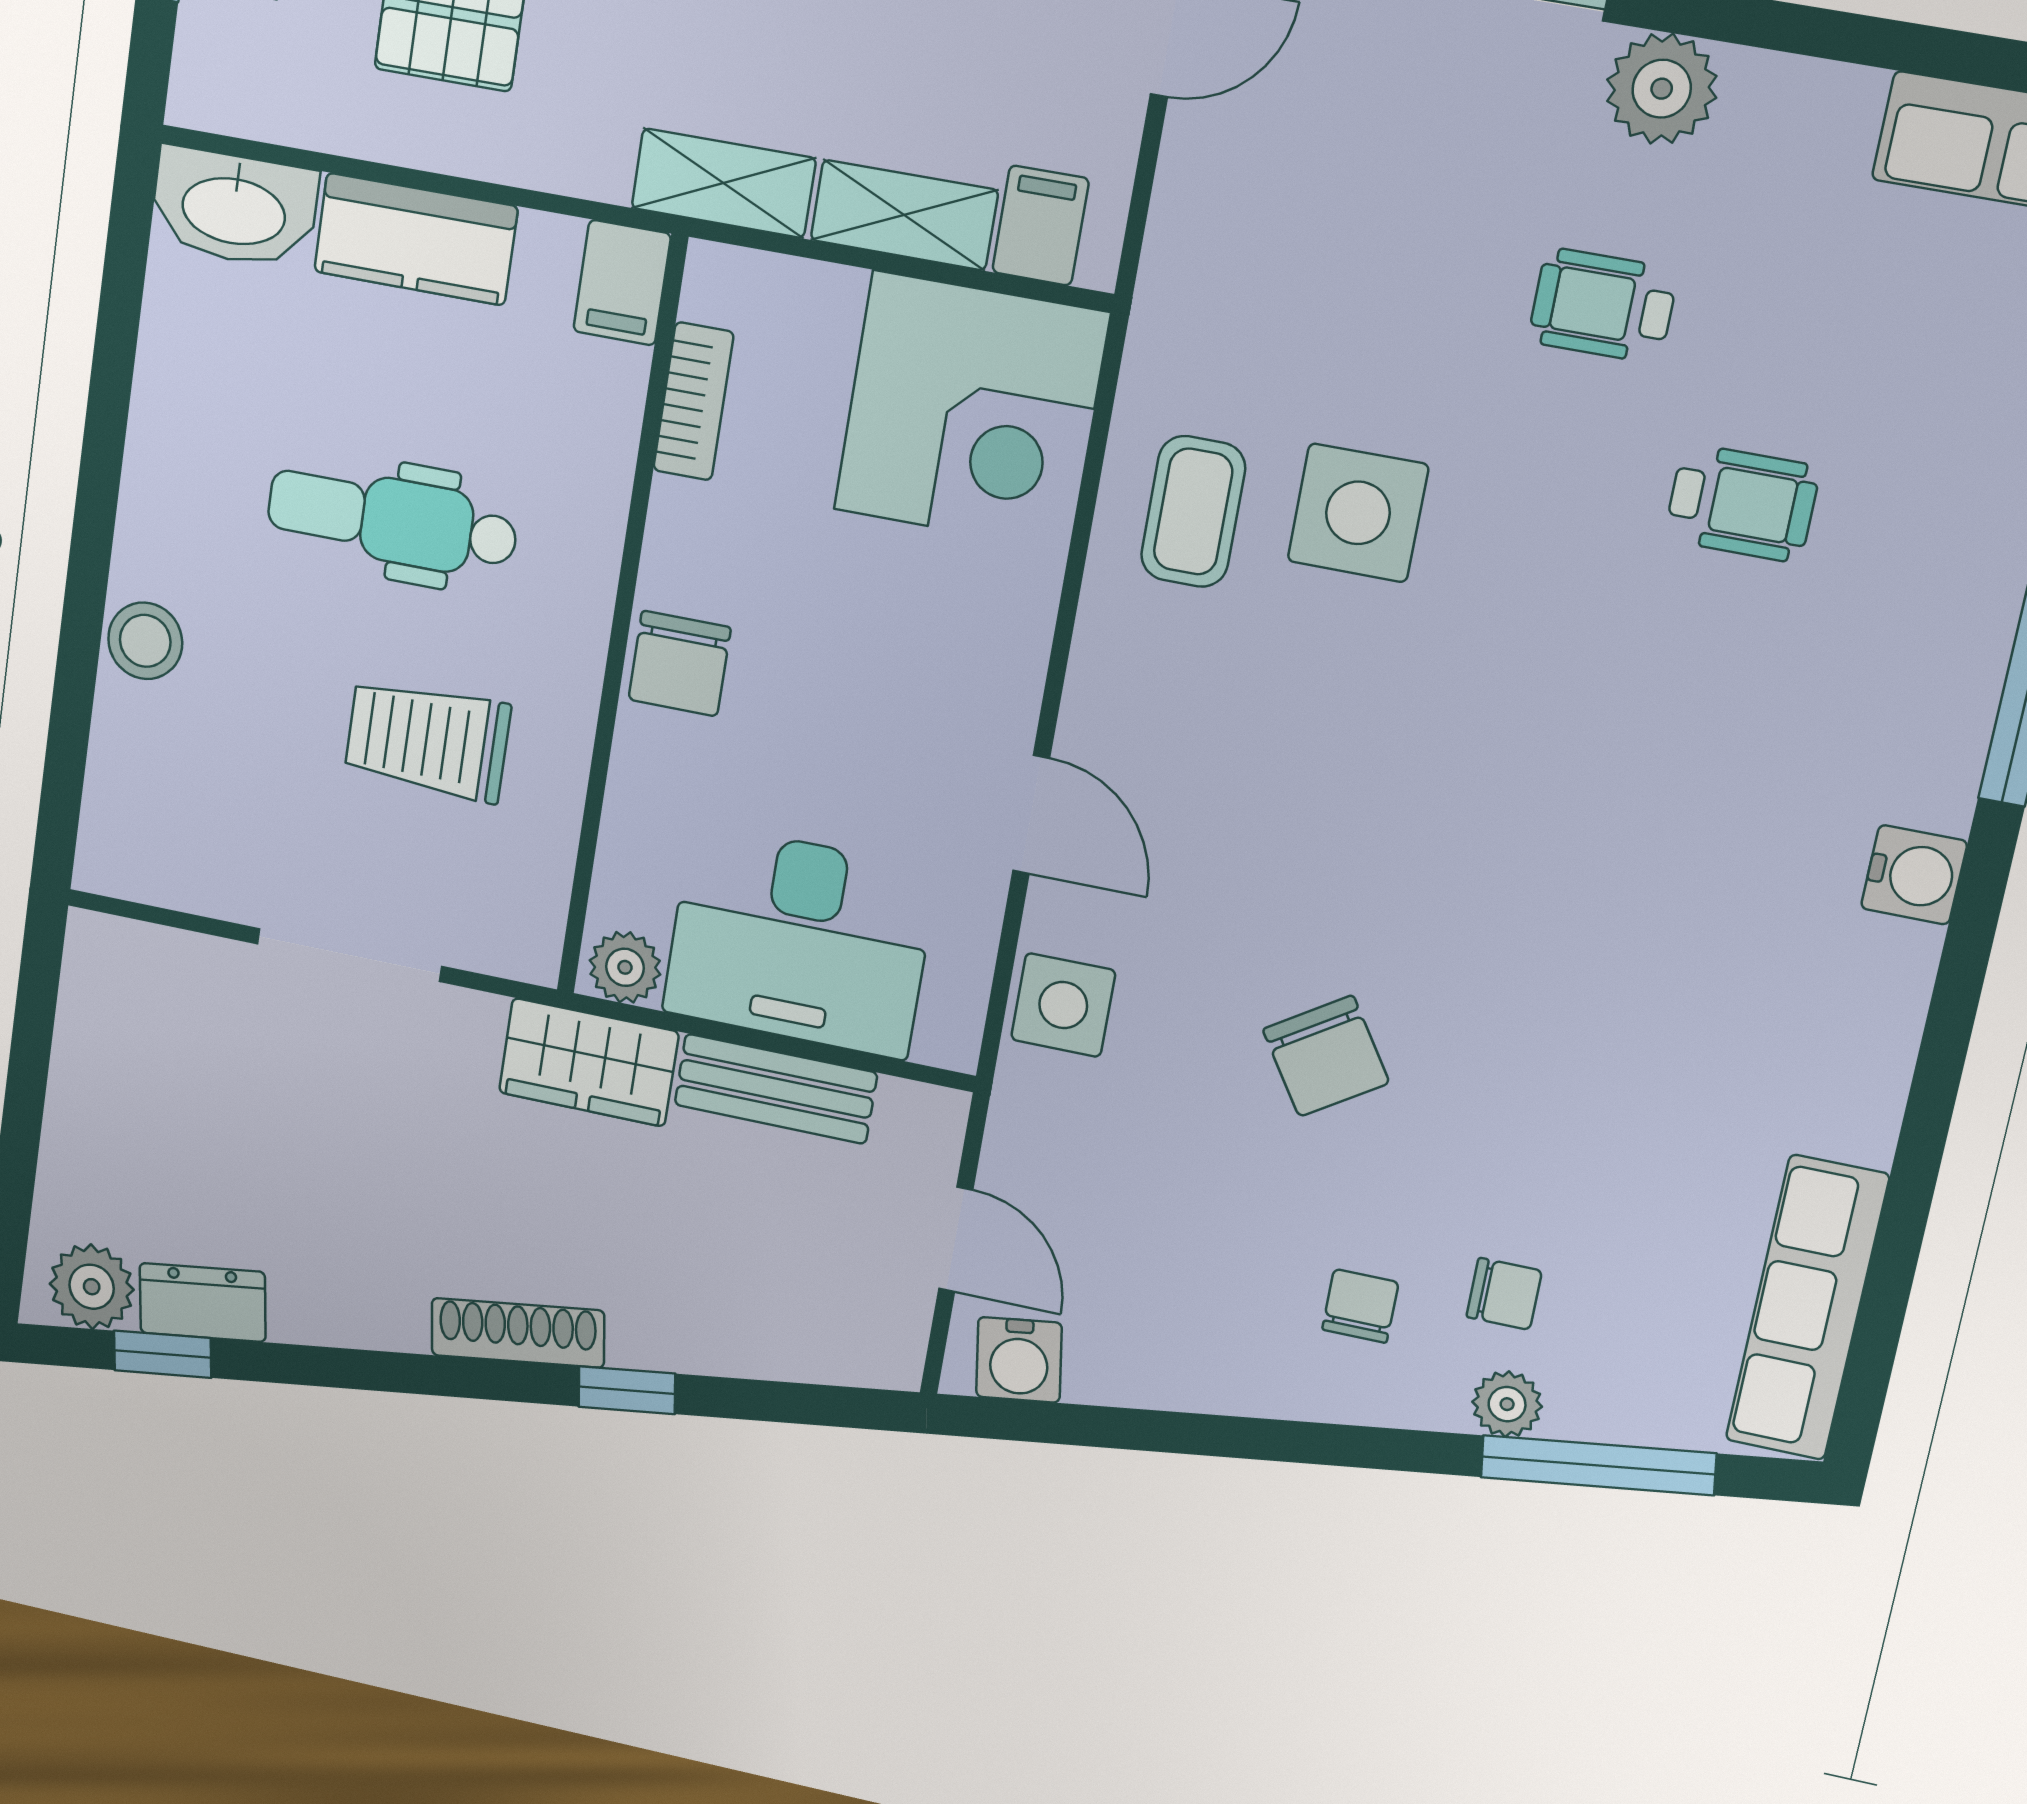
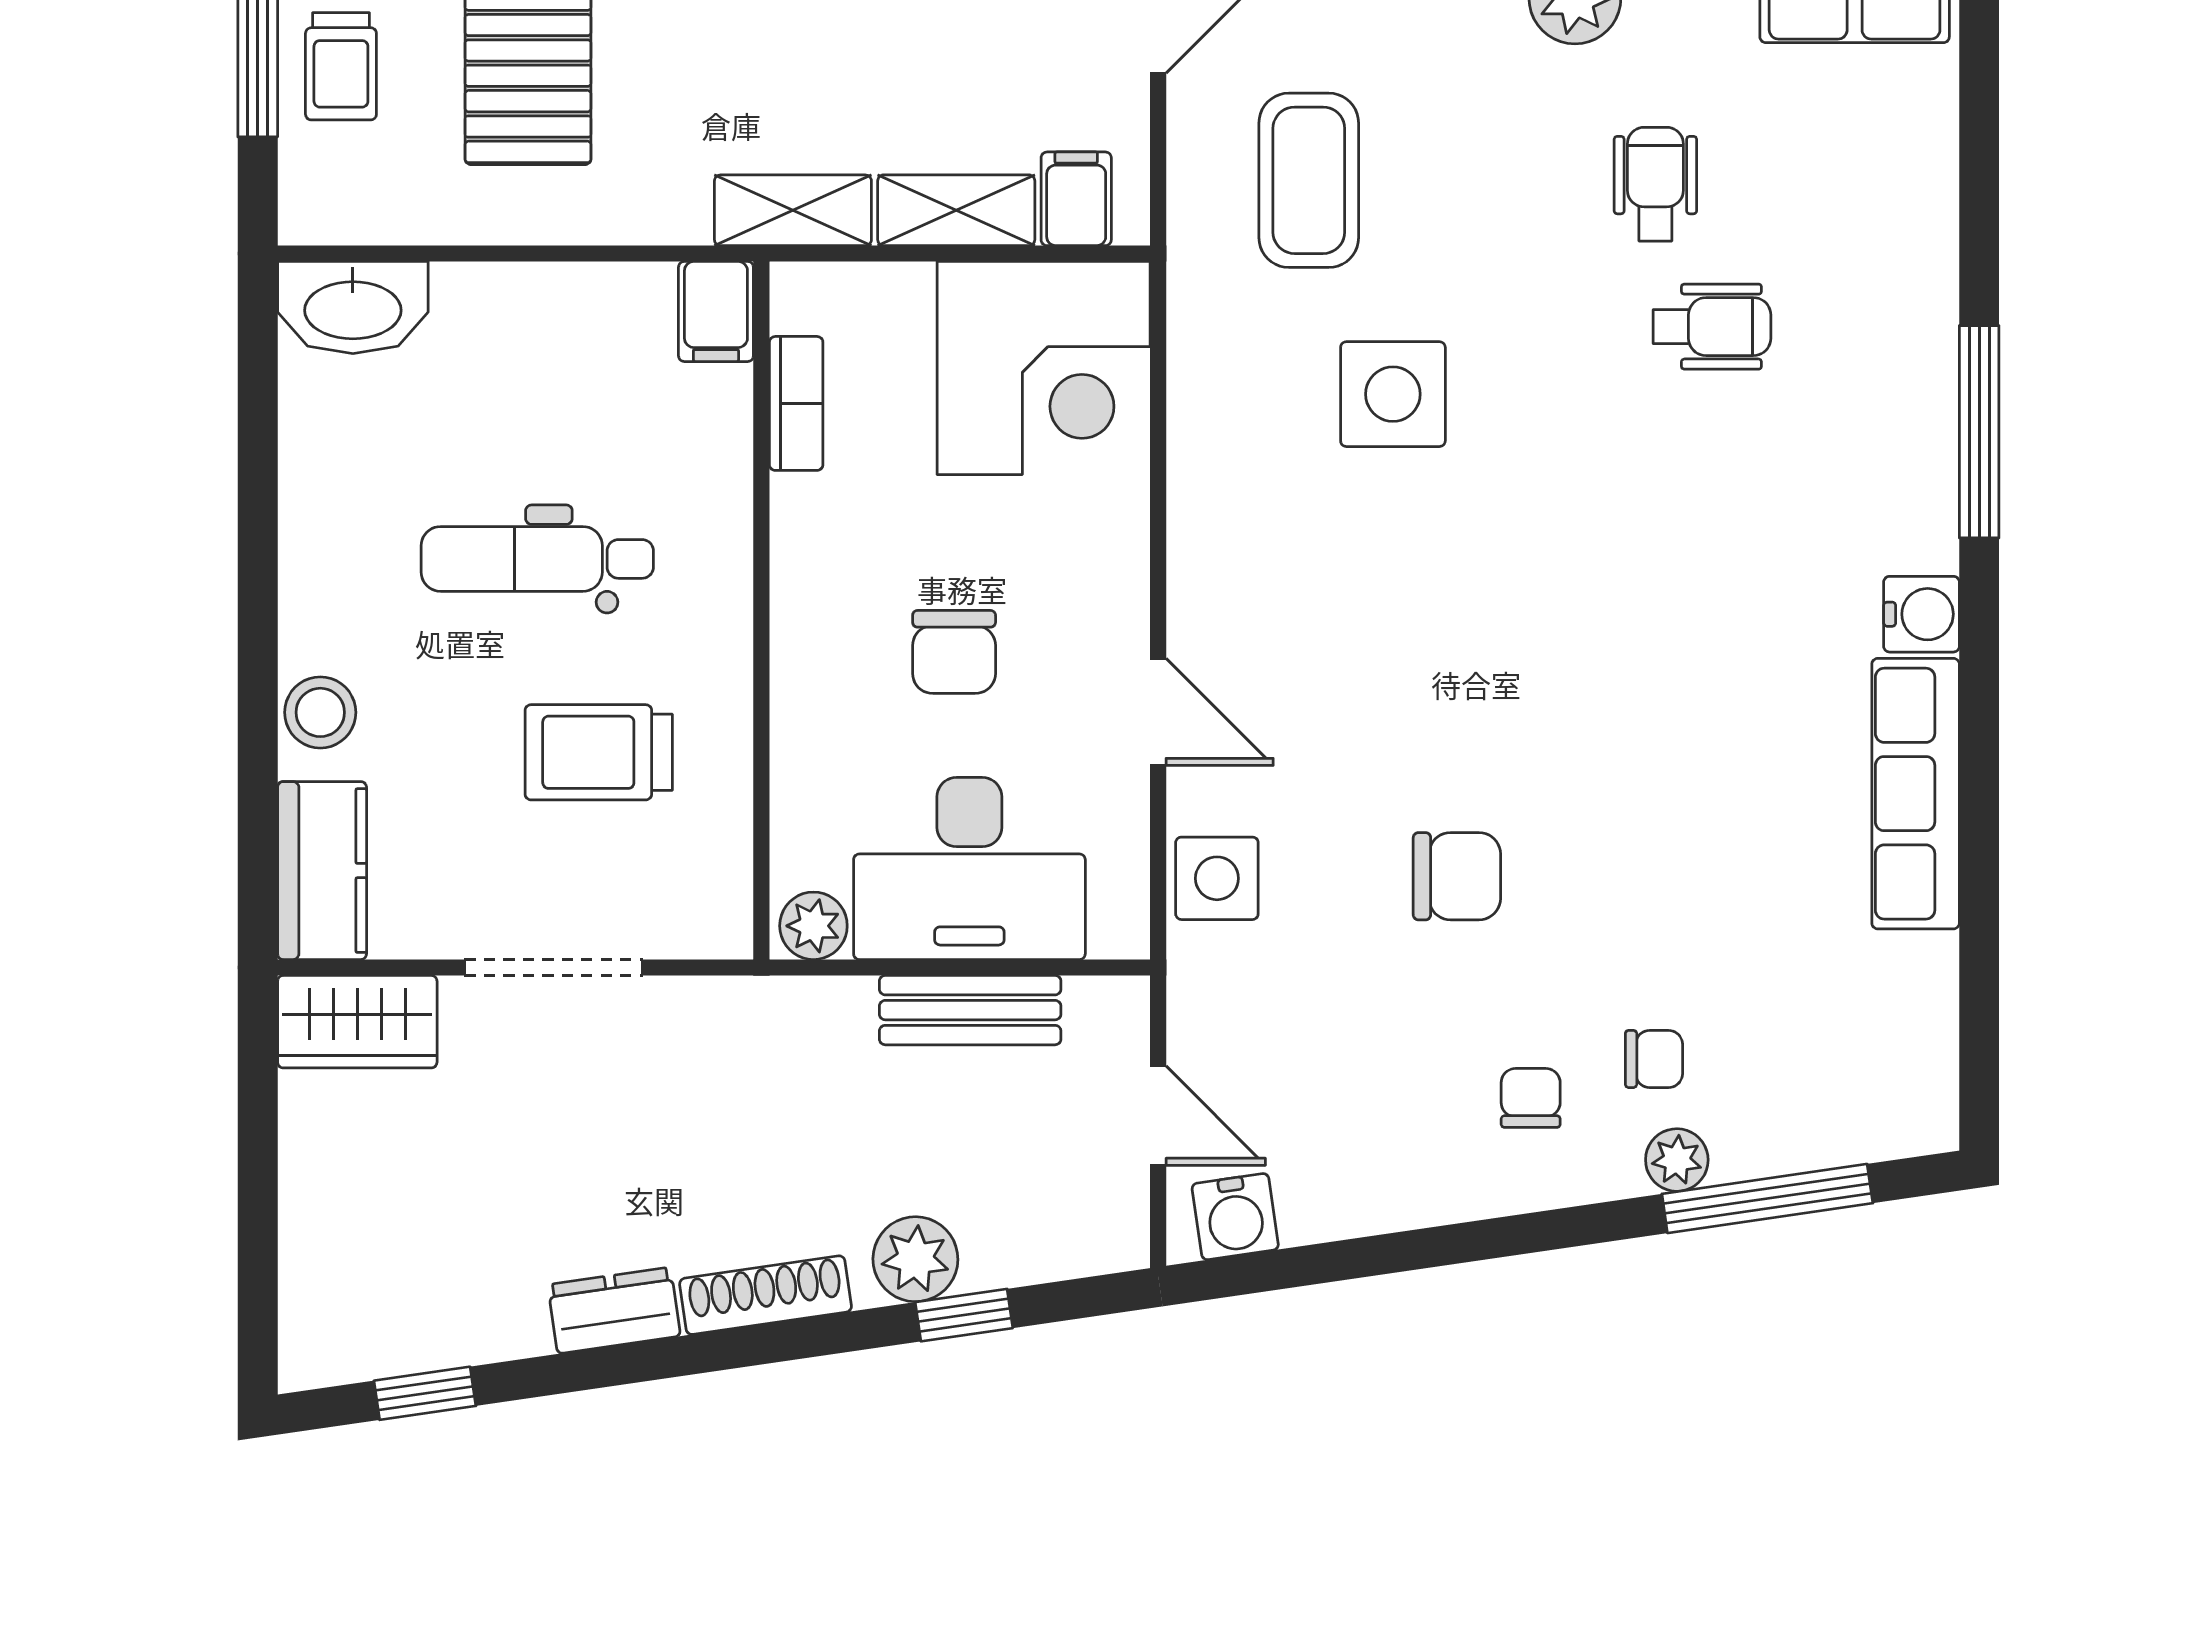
kitchen counter: (416, 239) -> (322, 871), moved, turned -90
wheelchair: (1603, 306) -> (1655, 184), moved, turned 90
coffee table: (1193, 512) -> (1309, 180), moved, width x1.36, depth x1.30
chair: (680, 664) -> (954, 652), moved
chair: (1326, 1056) -> (1457, 876), turned -57
wardrobe: (589, 1062) -> (357, 1022), moved
plant: (92, 1287) -> (915, 1259), moved
dresser: (203, 1302) -> (614, 1310), moved
row of seats: (1807, 1308) -> (1916, 794), moved
window: (627, 1390) -> (964, 1315), moved

